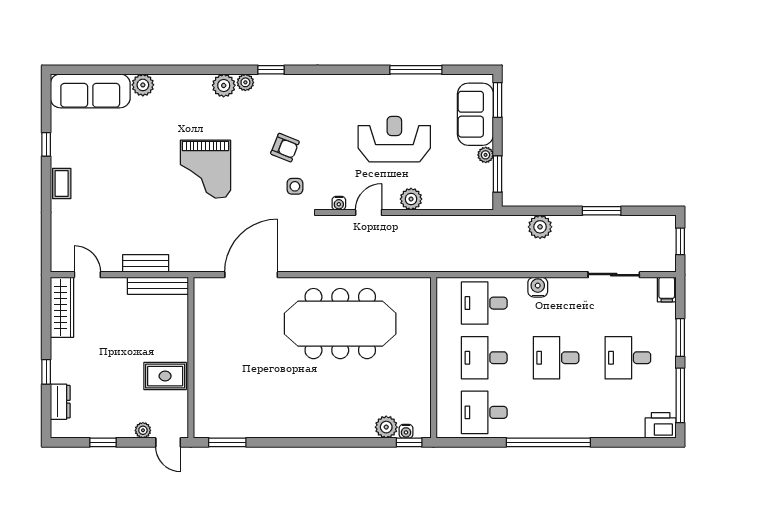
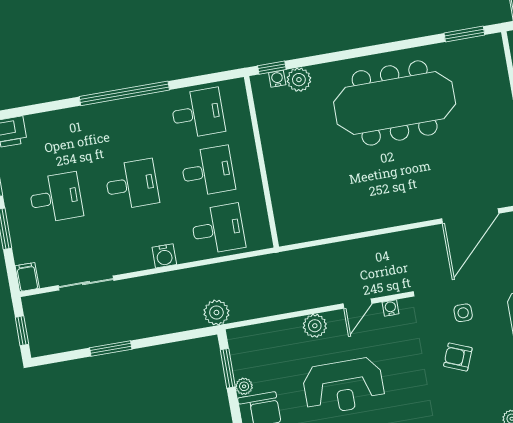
side table: (295, 186) -> (463, 313), moved
plant: (540, 227) -> (216, 313), moved
meeting table: (340, 324) -> (395, 103), moved

